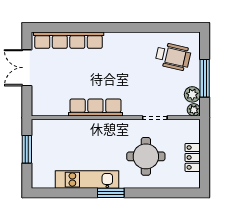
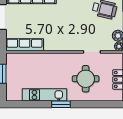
row of seats: (95, 107) -> (25, 45), moved

